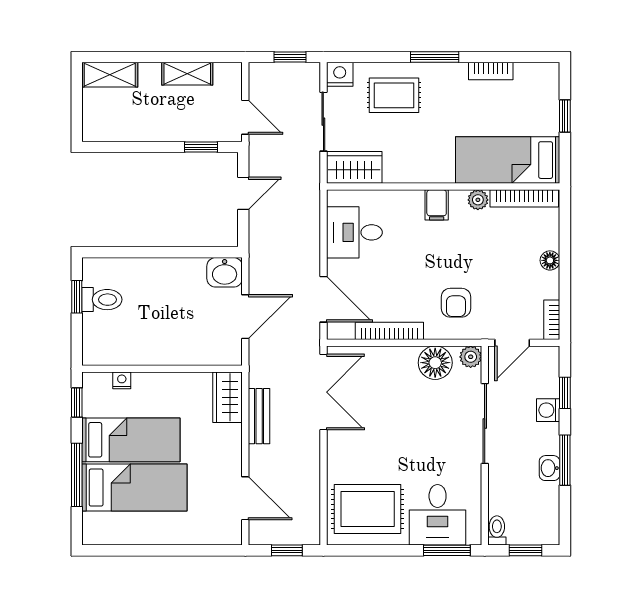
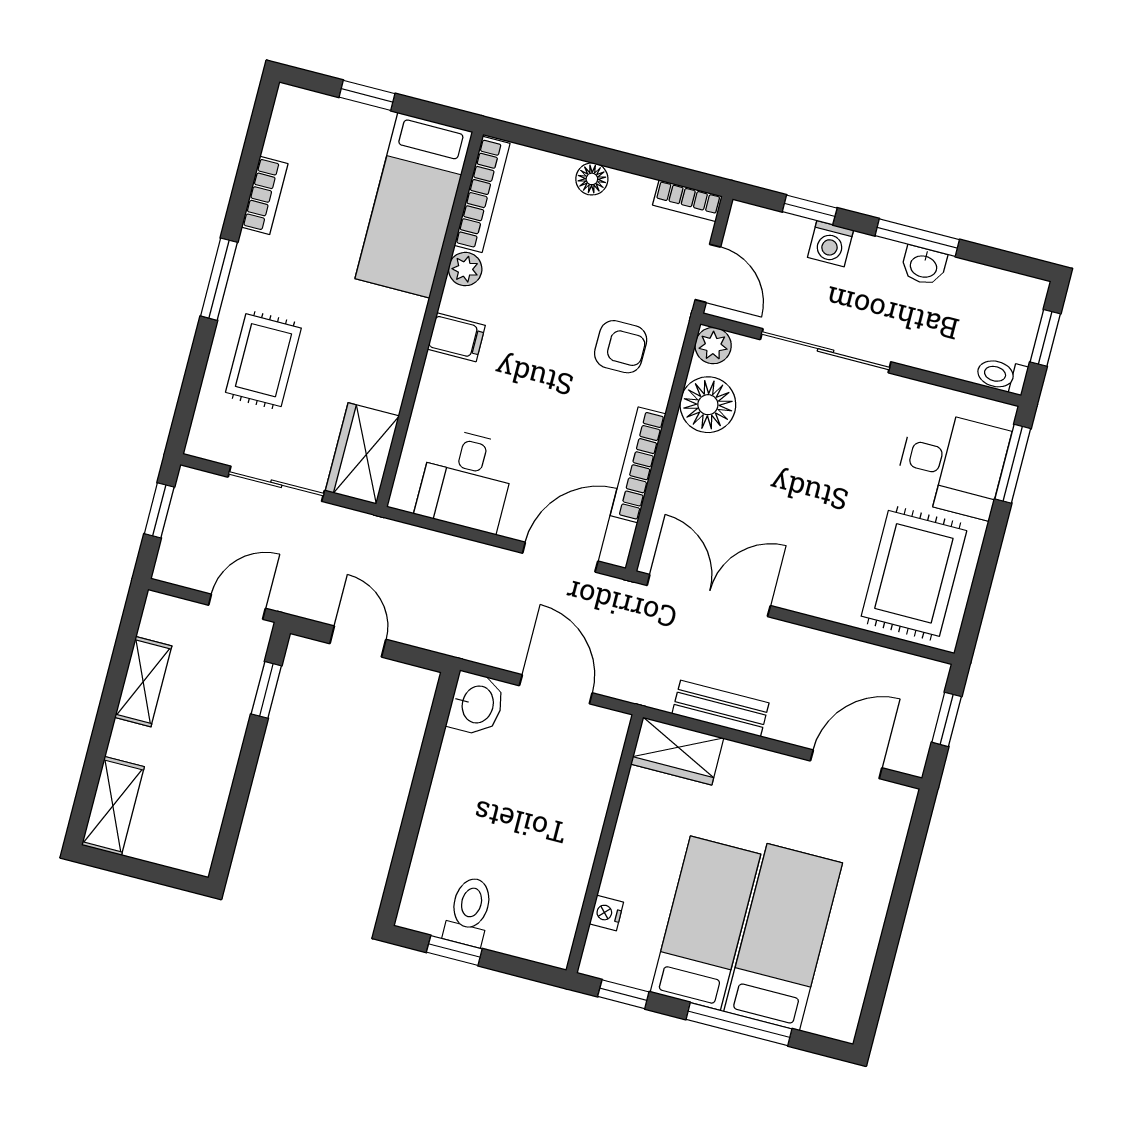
nightstand: (340, 74) -> (207, 438), removed

